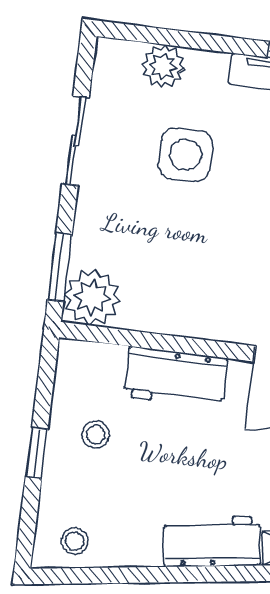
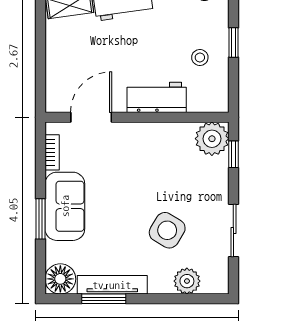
side table: (186, 155) -> (167, 230), turned 31
window: (60, 267) -> (233, 154), width x0.67

